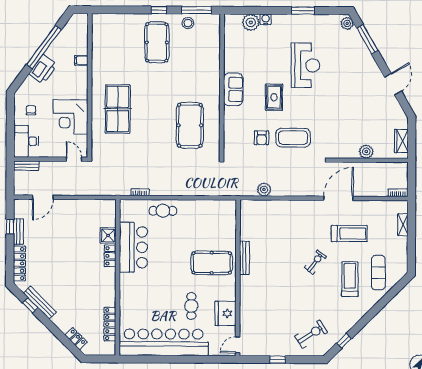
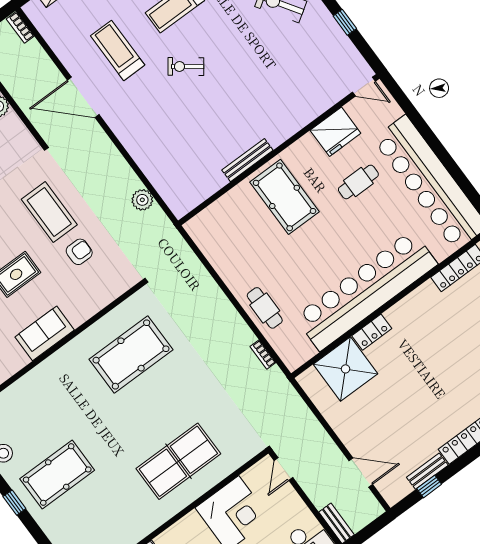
shower: (108, 236) -> (346, 369), width x1.86, depth x1.86
bar counter: (133, 247) -> (366, 290), width x1.86

